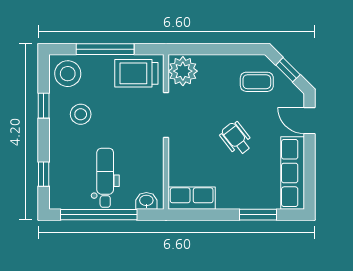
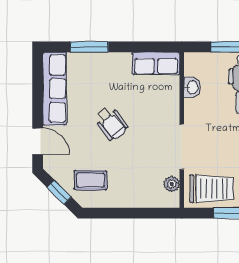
plant: (183, 71) -> (172, 184), width x0.53, depth x0.53
washbasin: (146, 201) -> (192, 87), moved, turned -90

